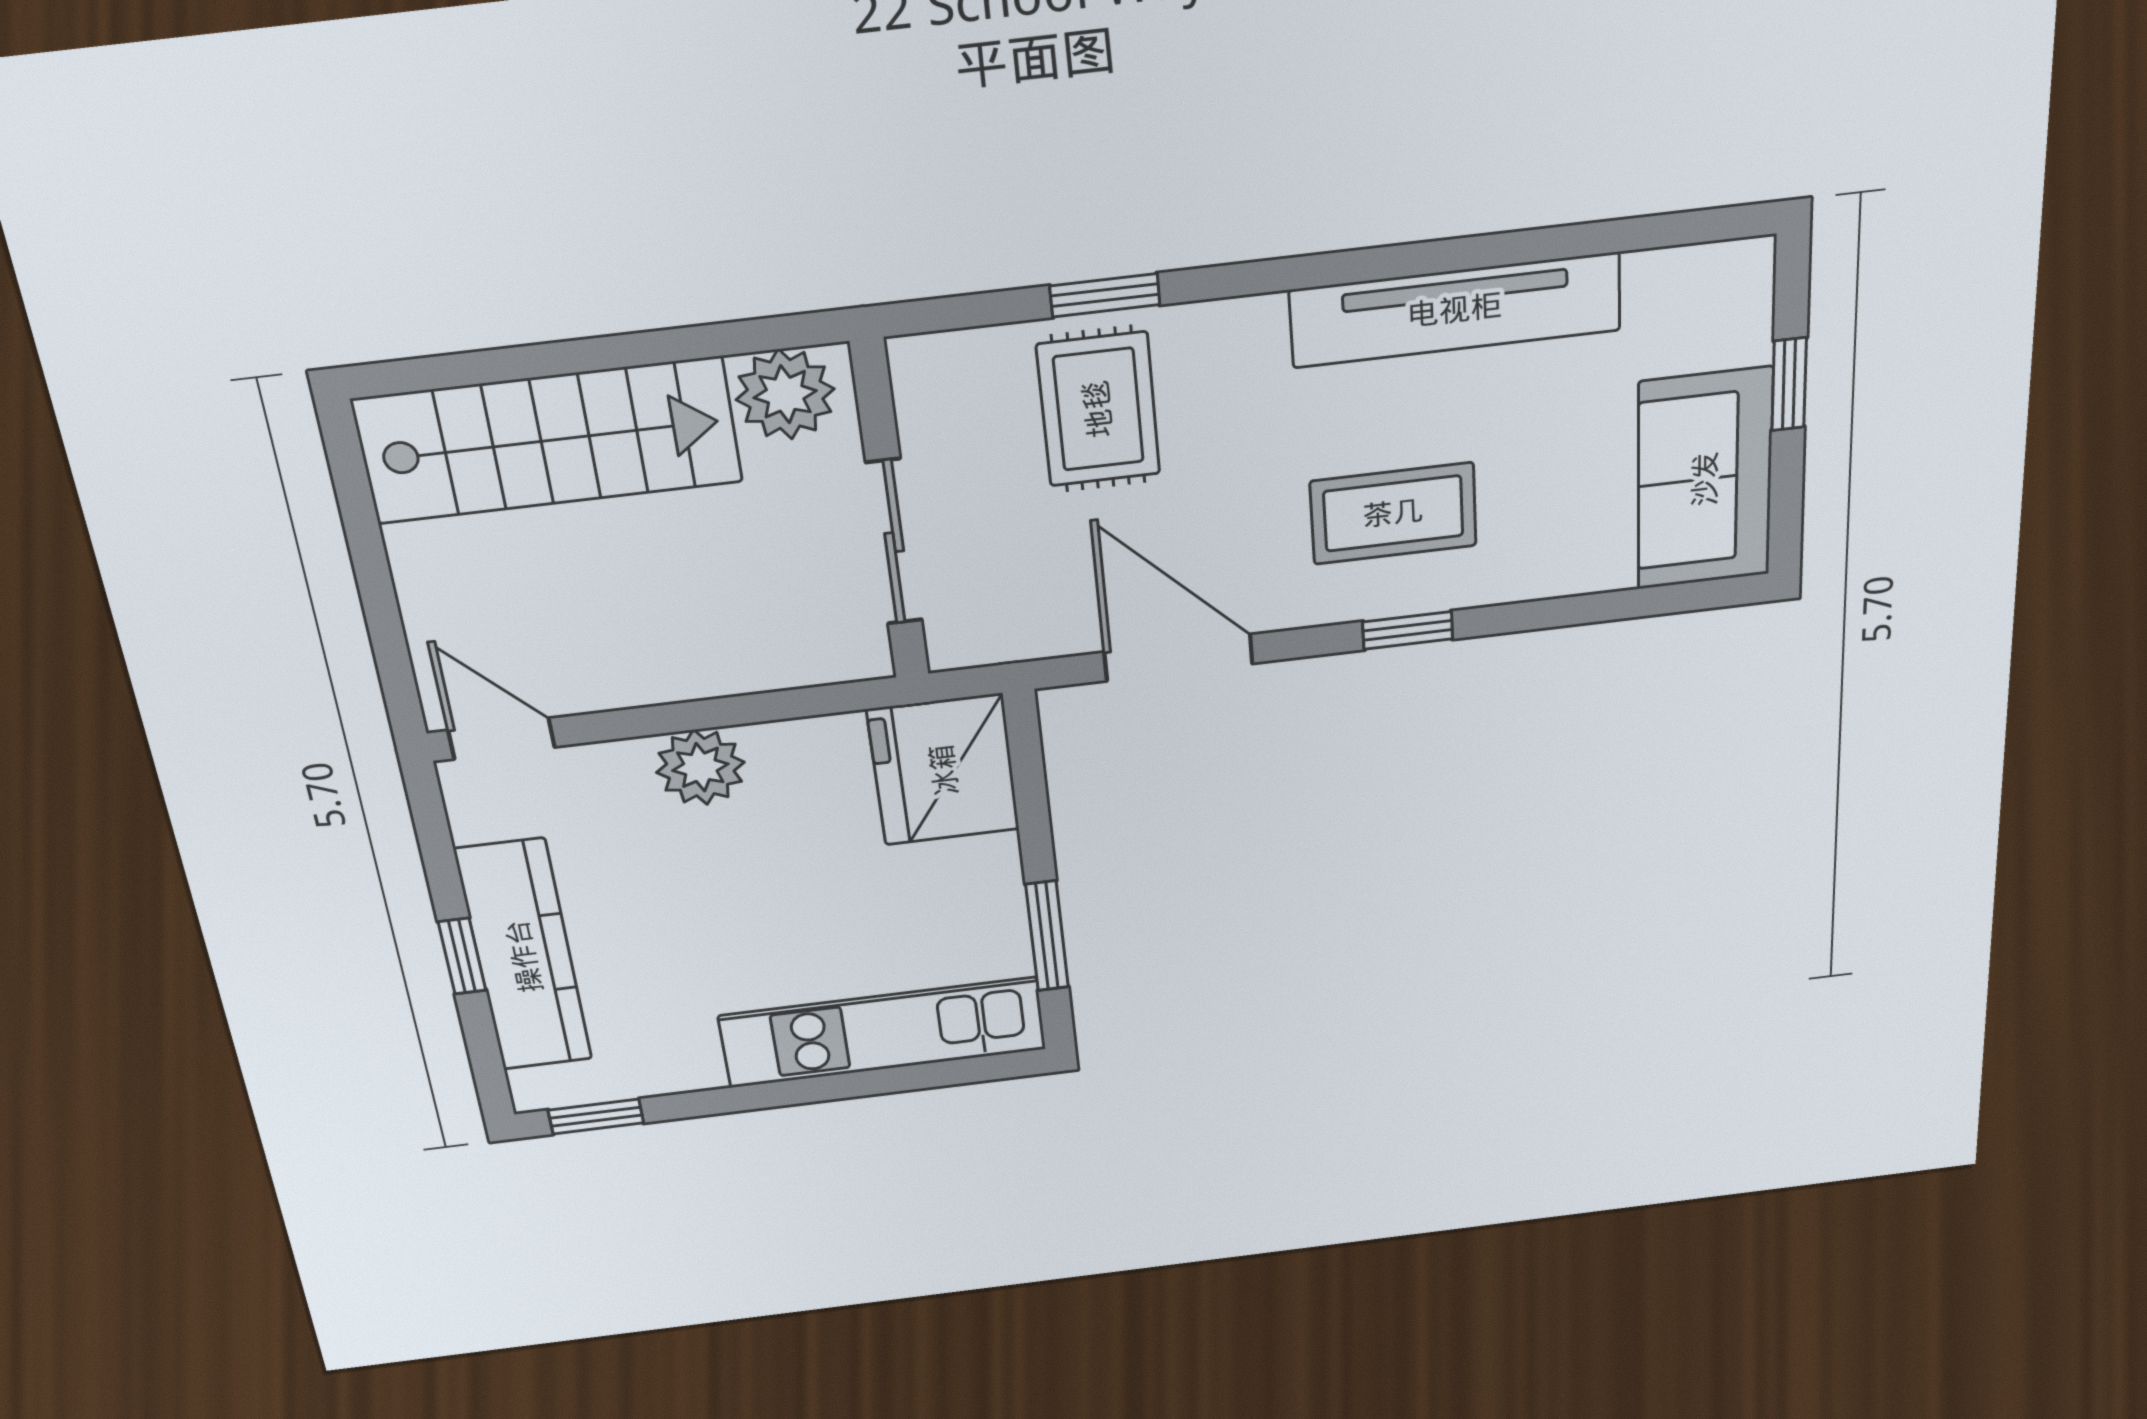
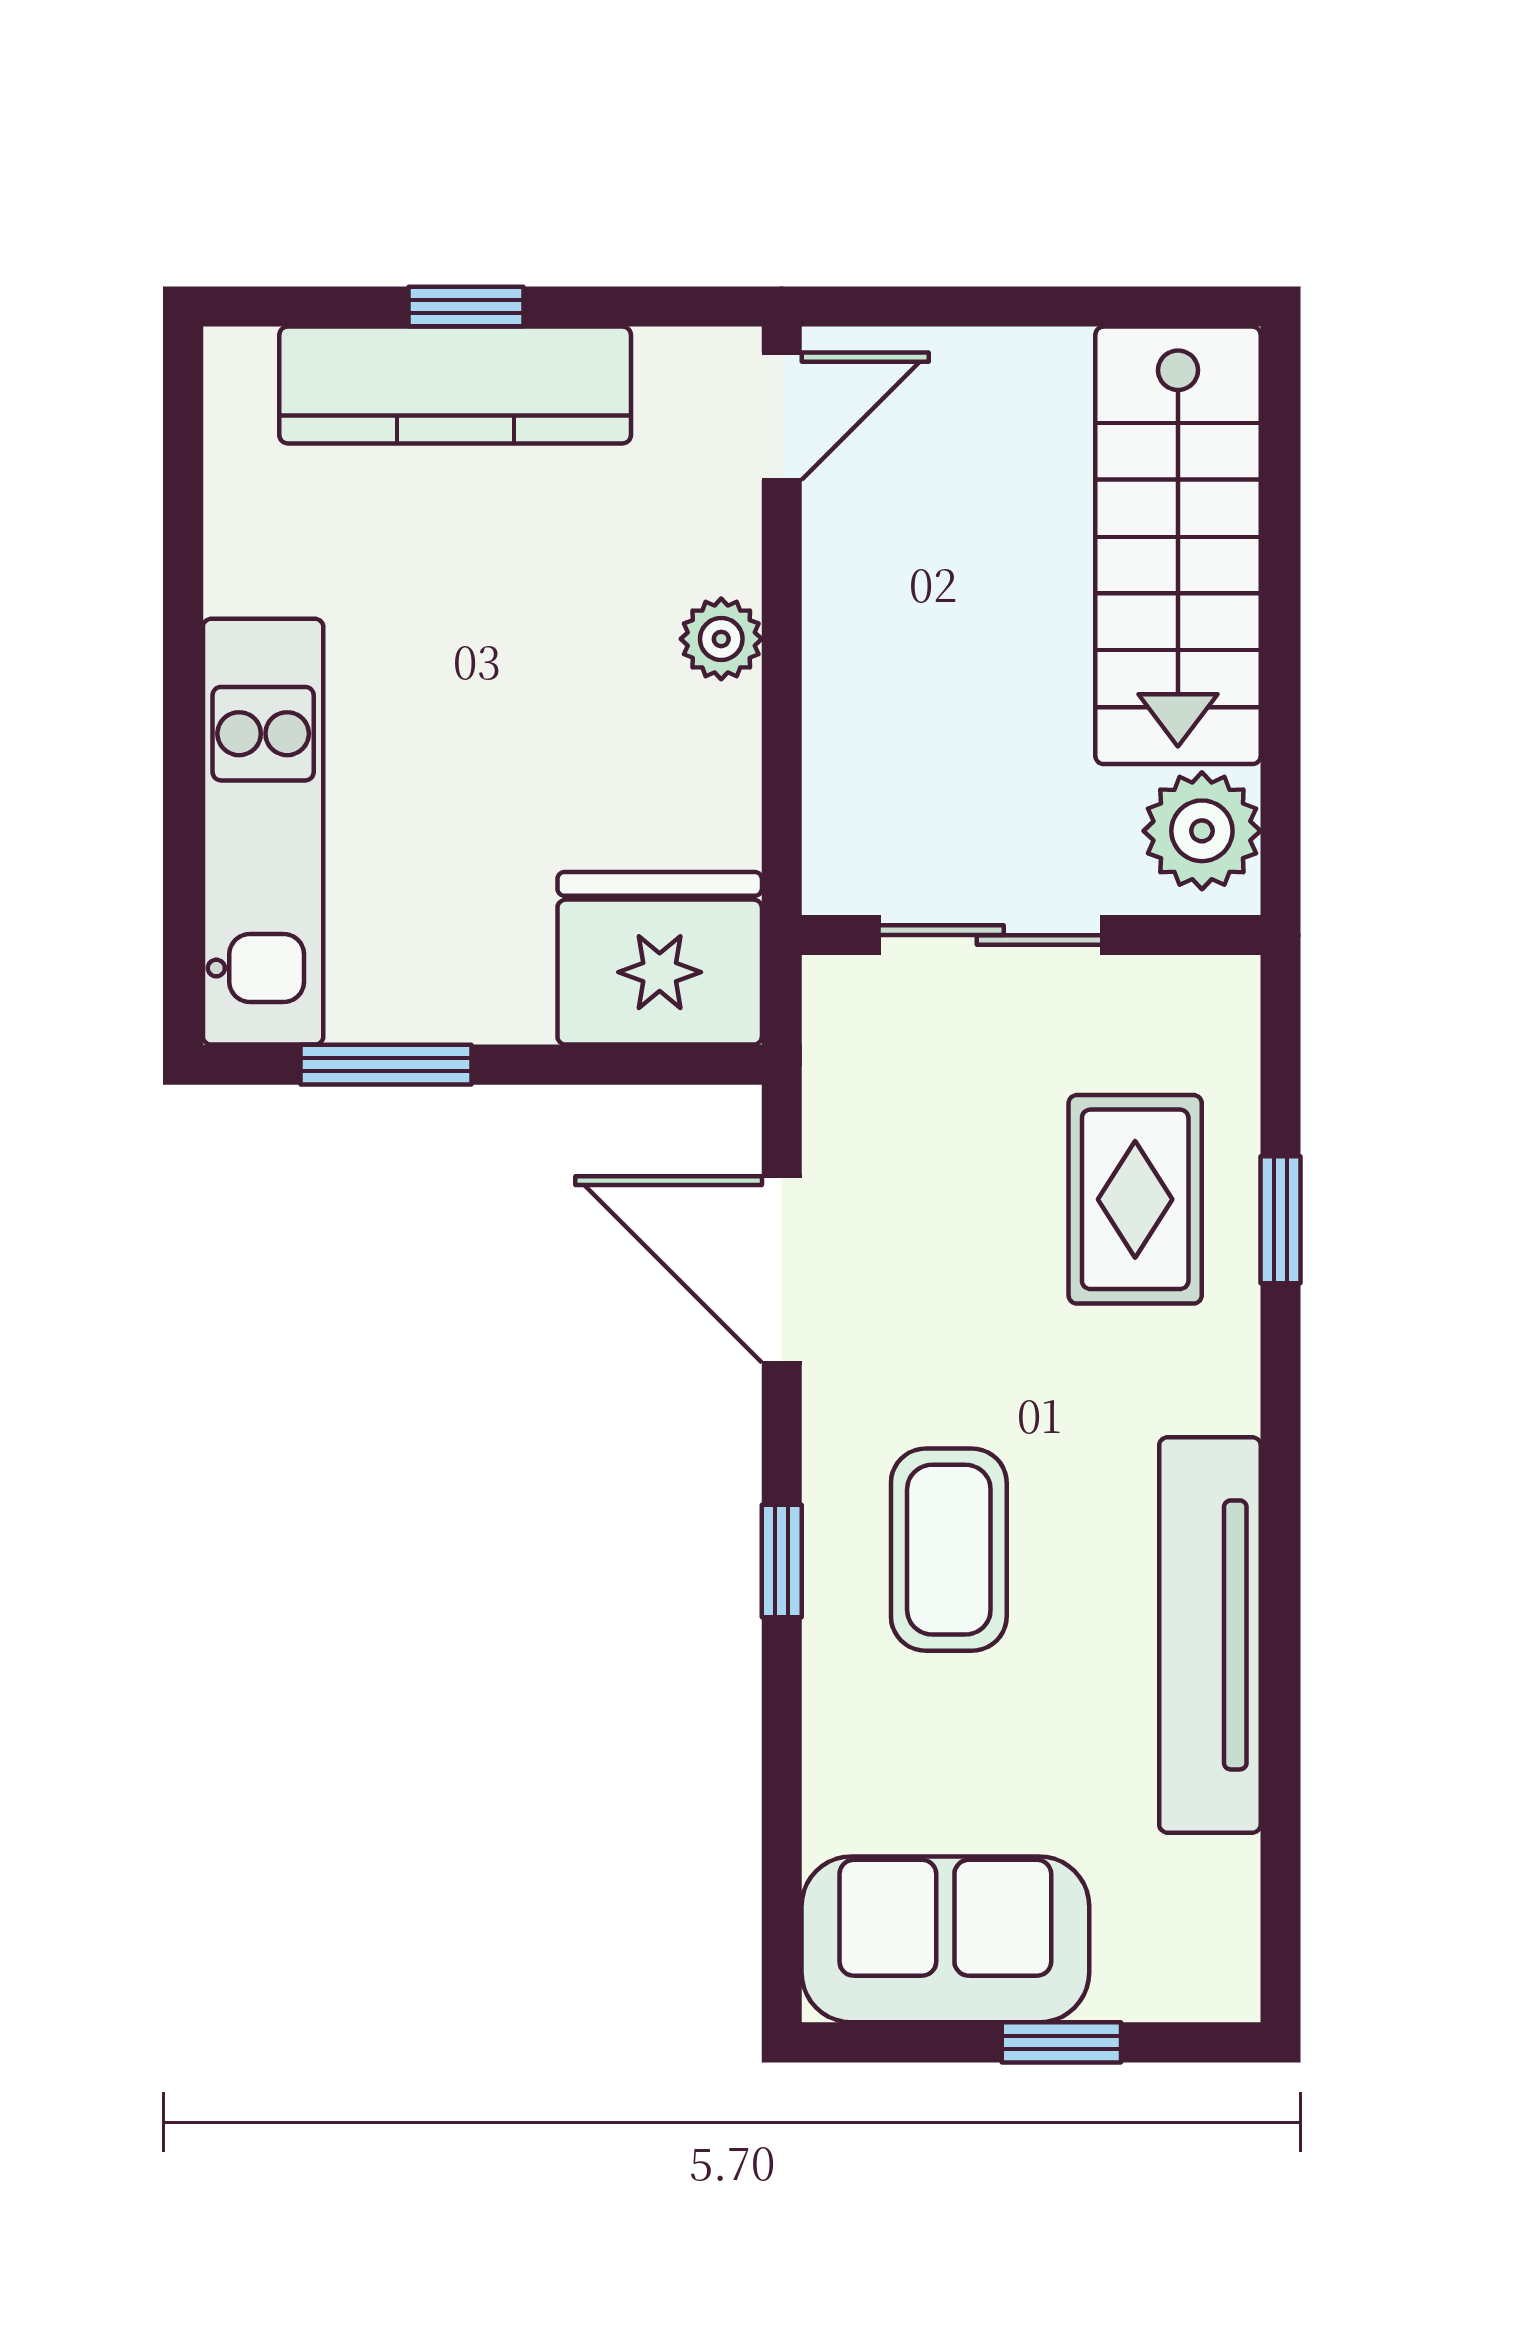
rug: (1098, 409) -> (1135, 1199), turned 90
door: (1178, 658) -> (782, 1269), swing flipped
plant: (700, 767) -> (721, 639), width x0.73, depth x0.73
window: (596, 1117) -> (183, 433), removed

